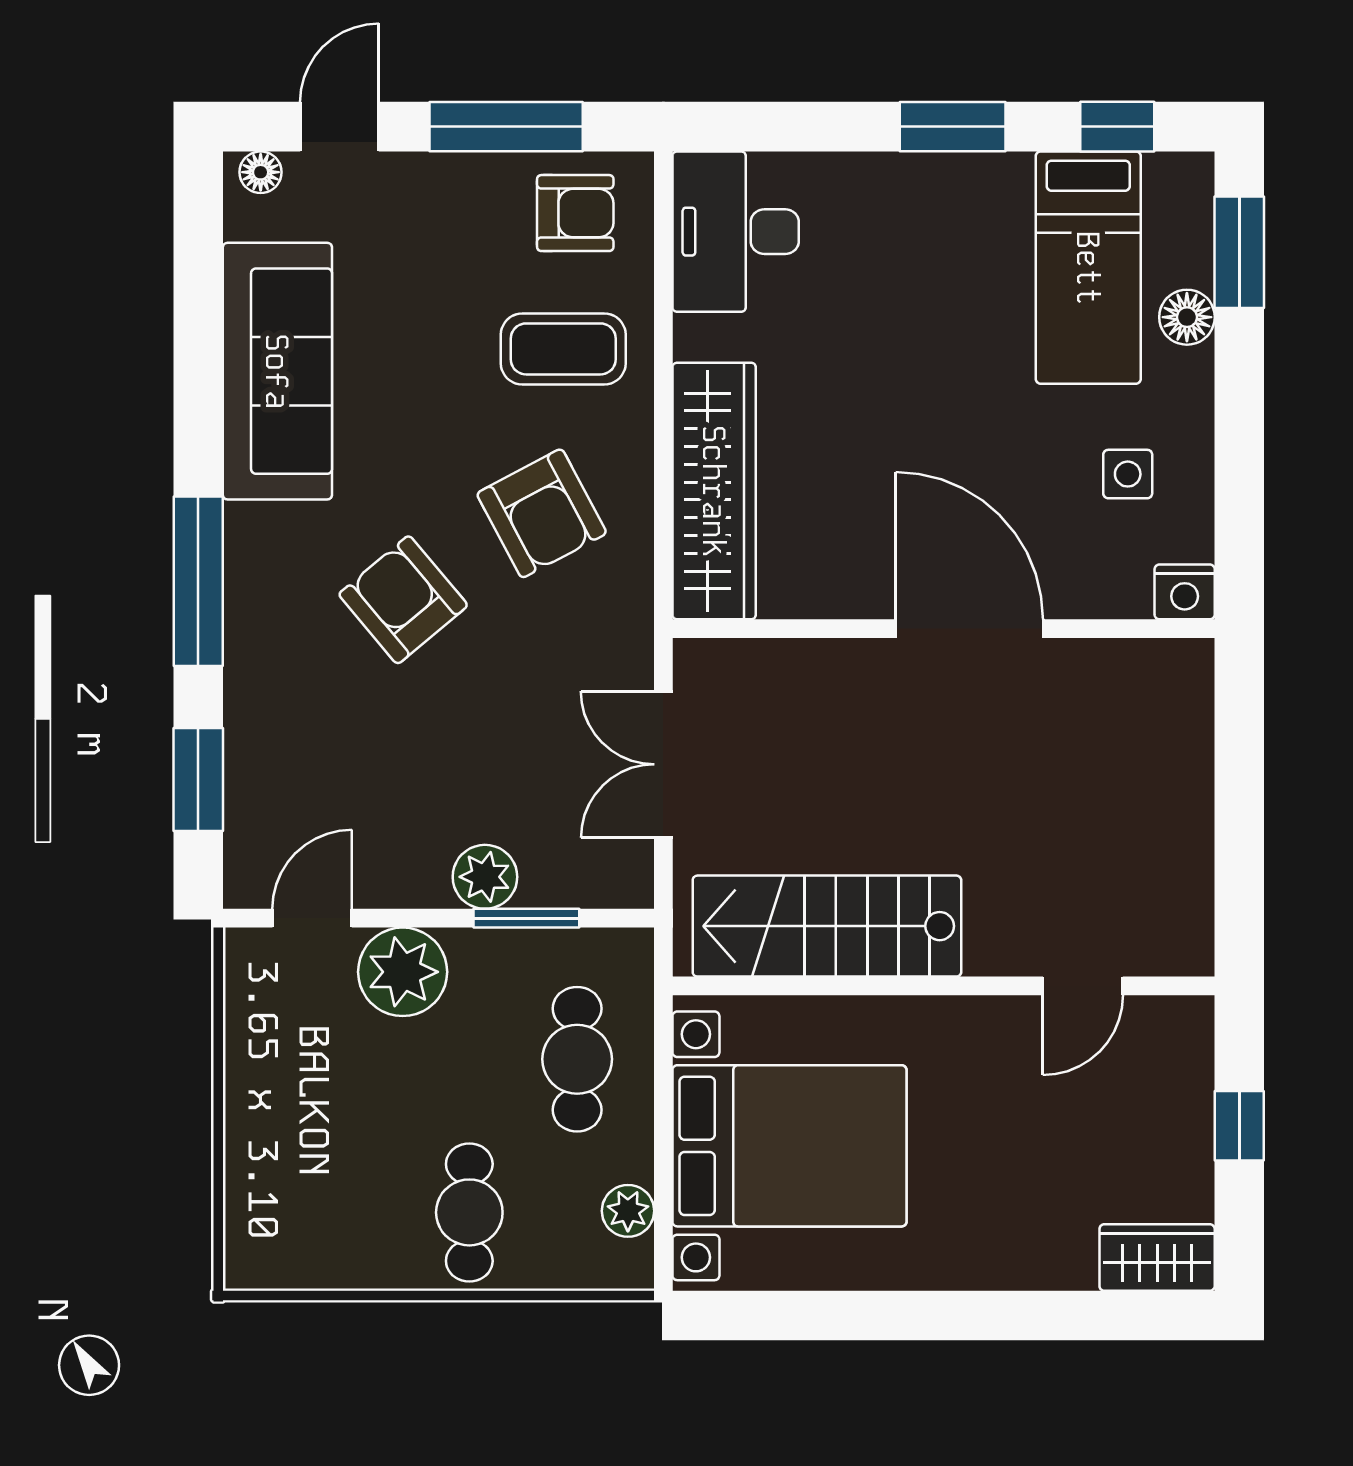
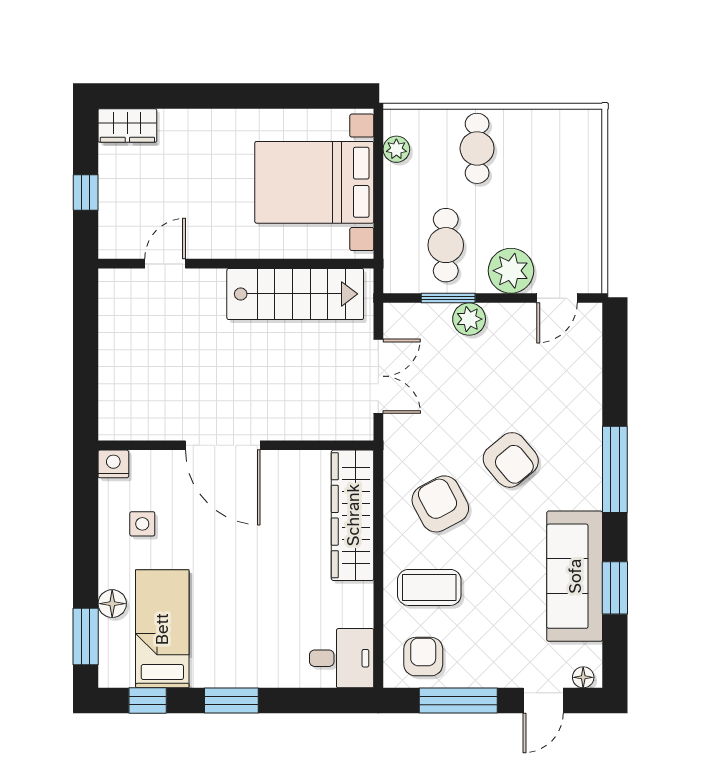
armchair: (575, 213) -> (423, 657), turned 90
desk: (736, 232) -> (342, 658), width x0.73
window: (198, 779) -> (615, 588), moved
cafe table: (577, 1059) -> (446, 245), moved

